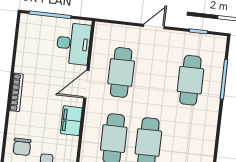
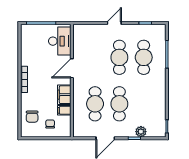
cafe table: (121, 72) -> (119, 57), moved
filing cabinet: (69, 143) -> (64, 110), added

